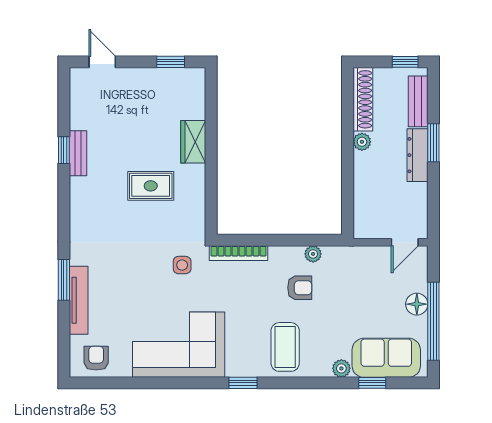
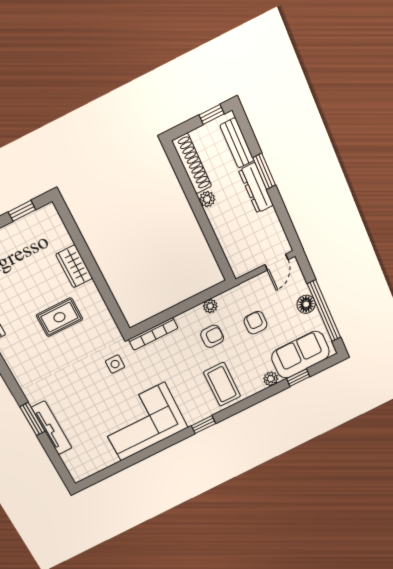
armchair: (96, 358) -> (256, 323), moved

